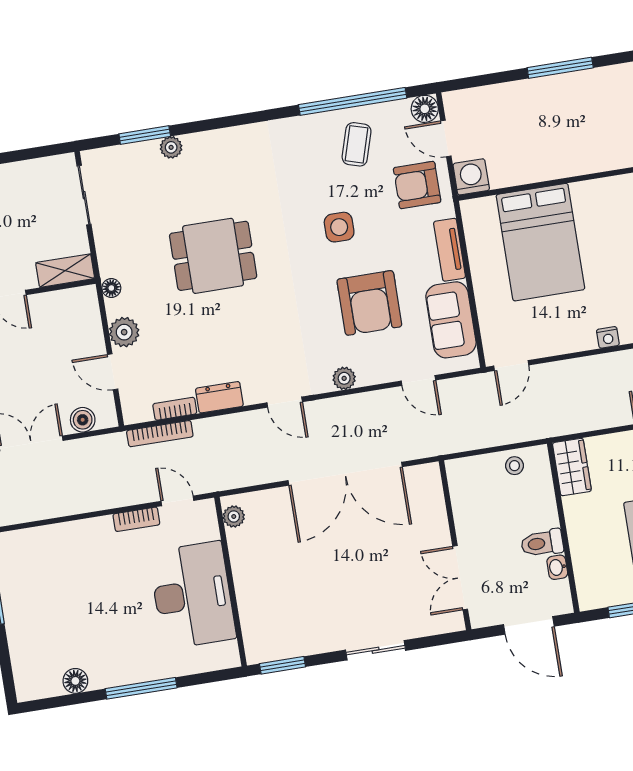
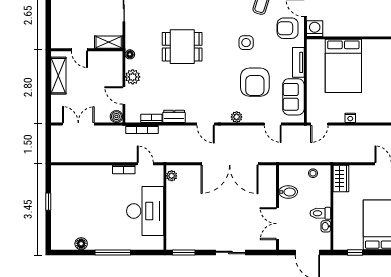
nightstand: (608, 337) -> (350, 118), moved
boiler: (83, 420) -> (116, 117), moved
bidet: (471, 511) -> (288, 192), added

